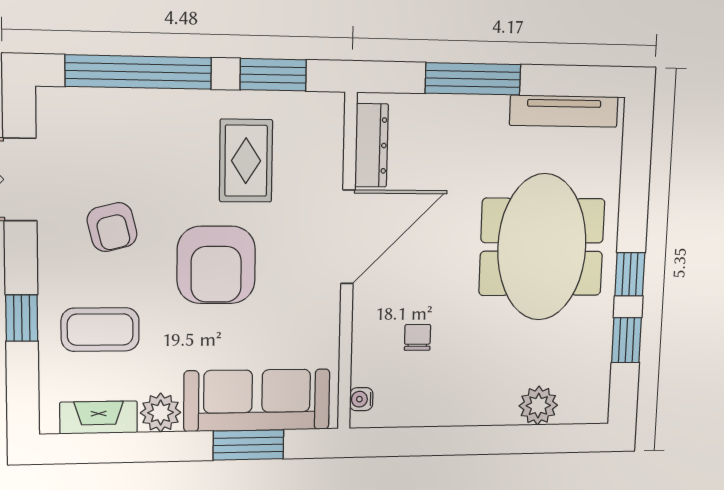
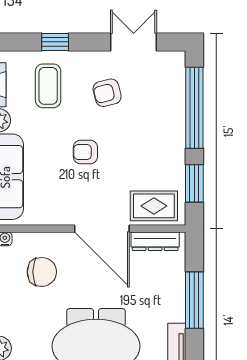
rug: (246, 161) -> (154, 206), moved
armchair: (216, 265) -> (85, 152), width x0.53, depth x0.53
chair: (417, 337) -> (42, 272), width x1.87, depth x1.87

